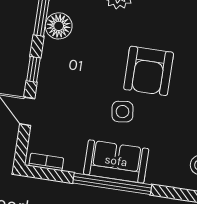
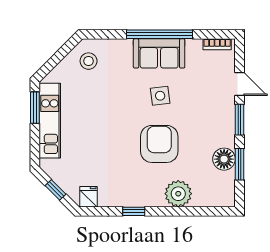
window: (33, 69) -> (240, 120), width x1.50
armchair: (149, 71) -> (159, 144), moved

